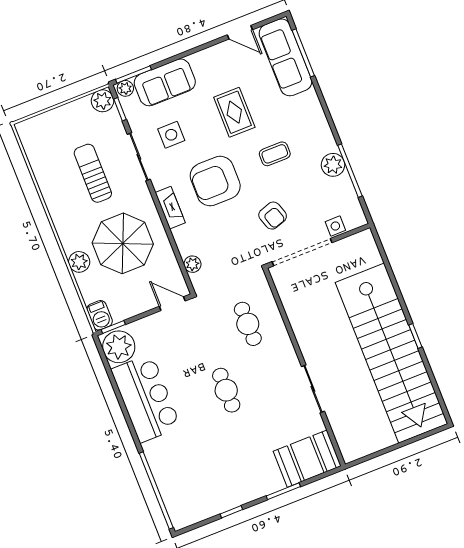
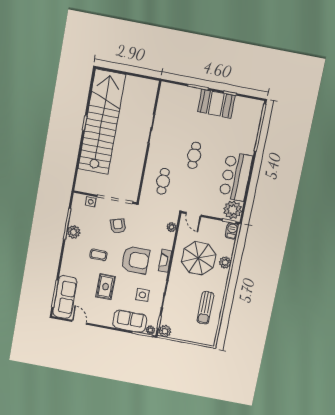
sun lounger: (93, 173) -> (205, 308), moved
booth: (307, 459) -> (216, 104), moved

